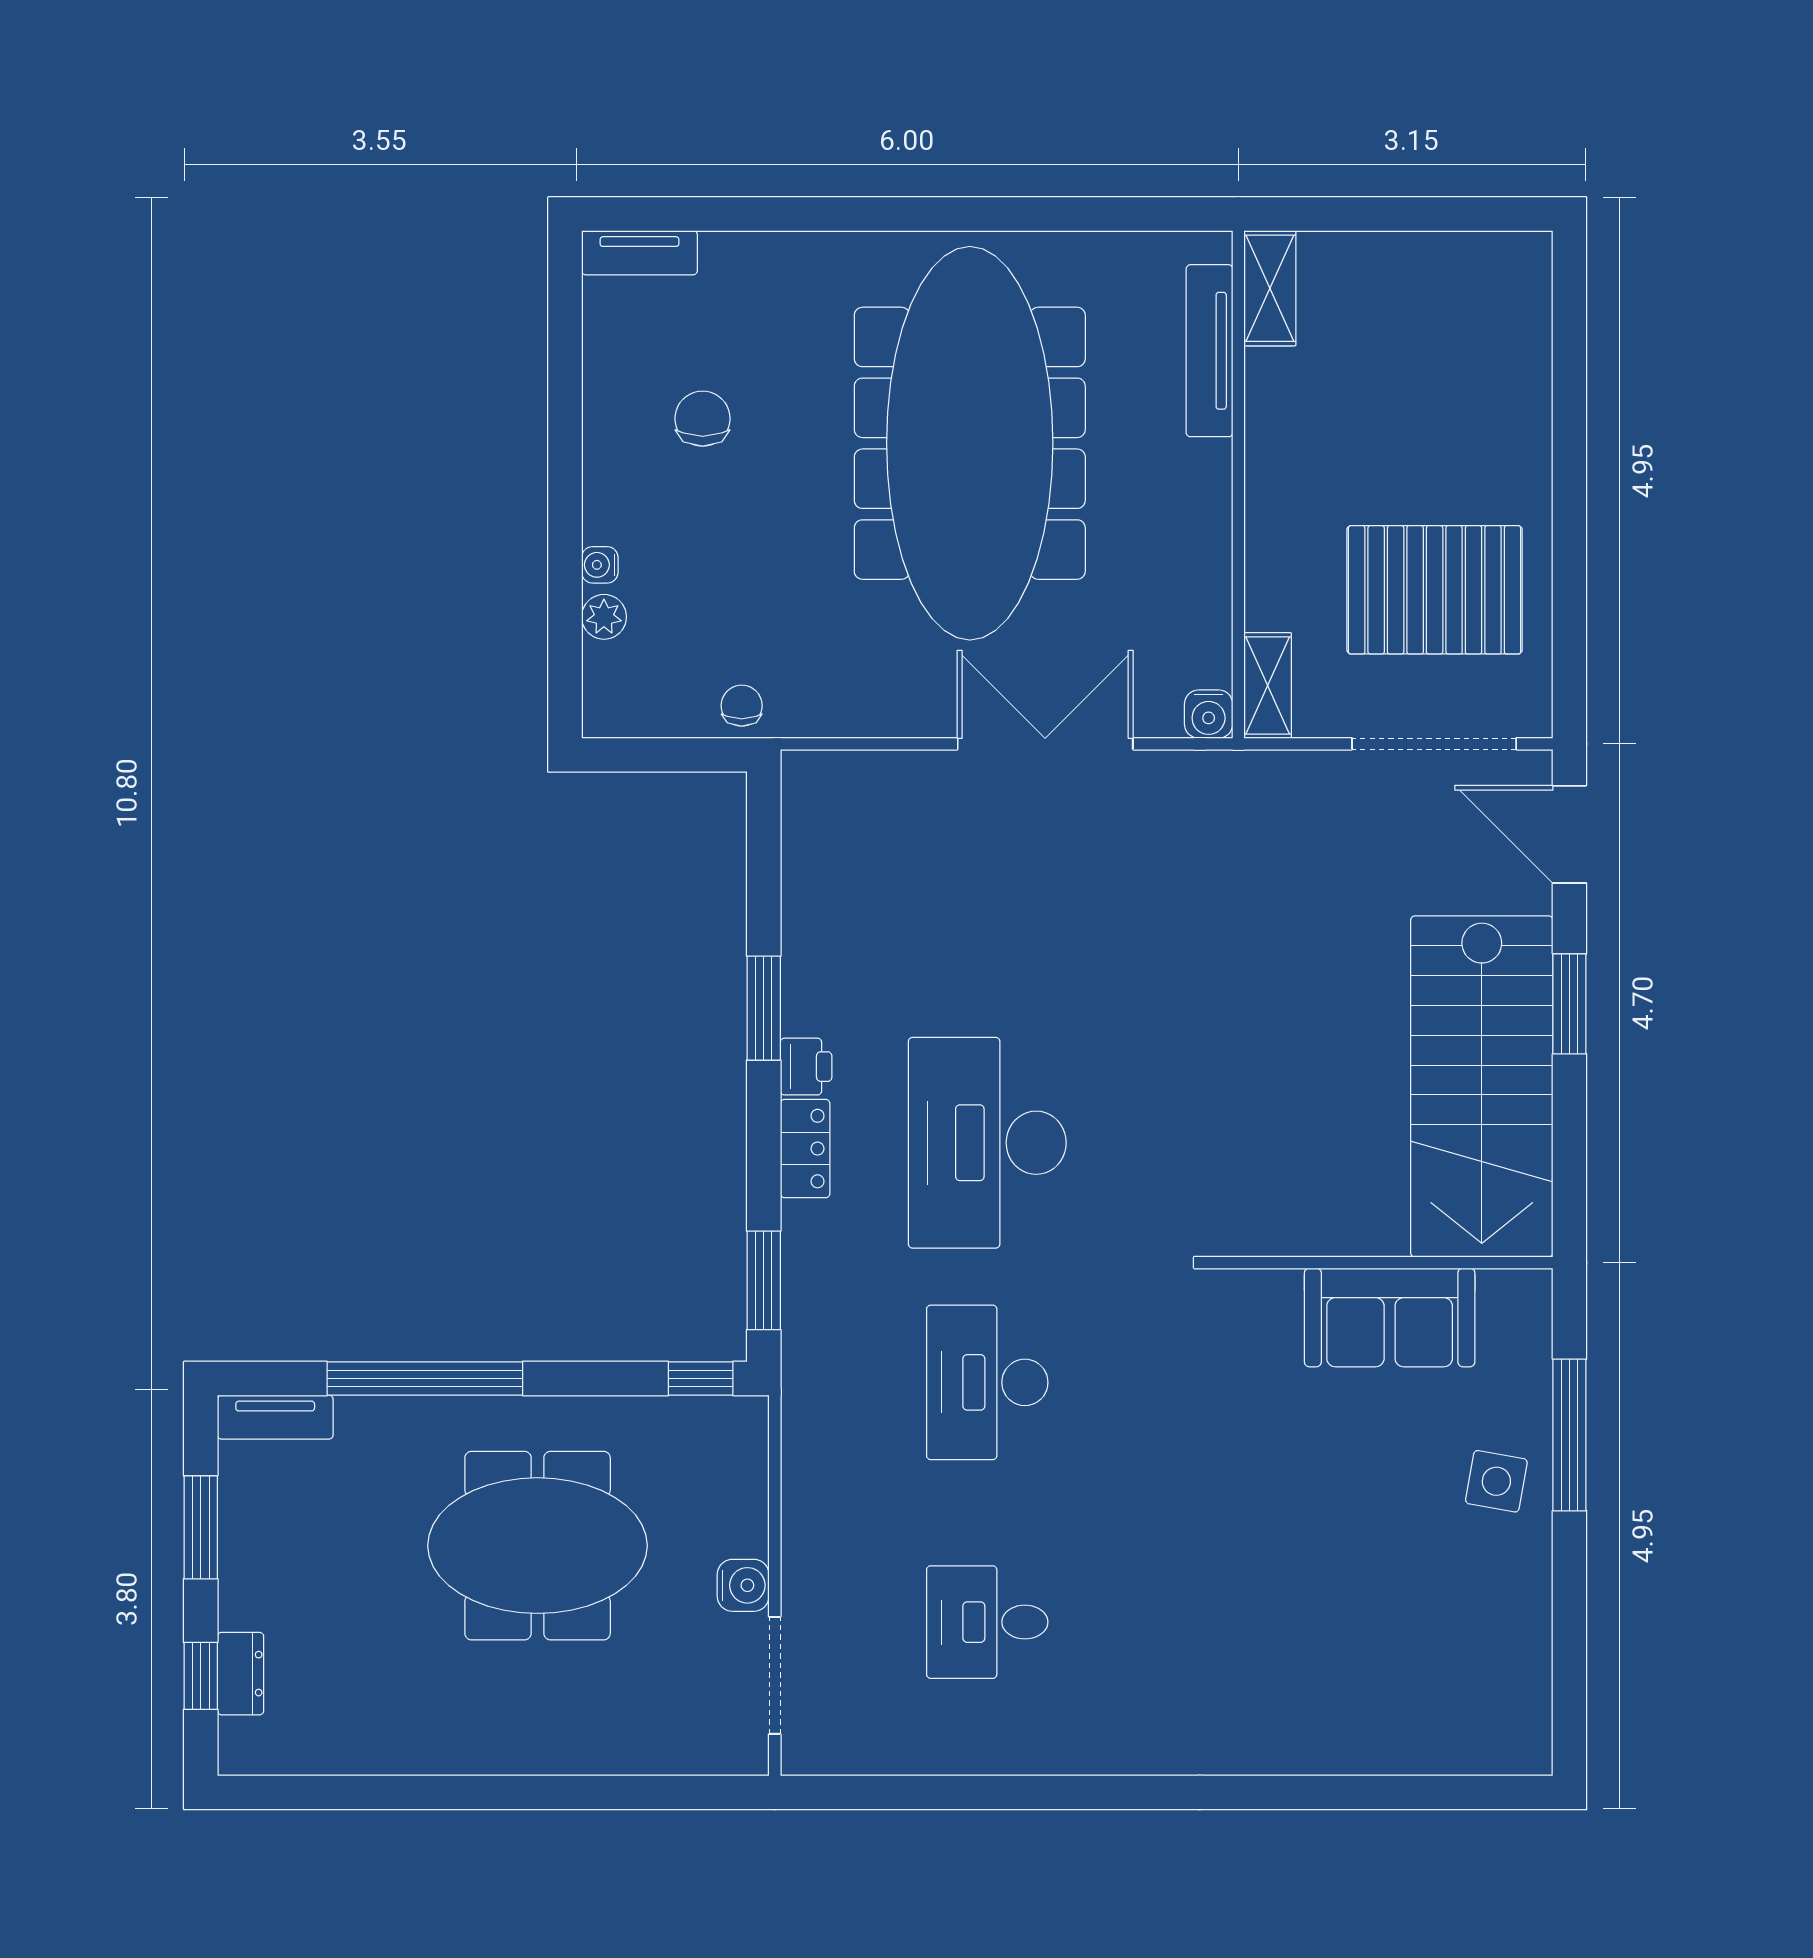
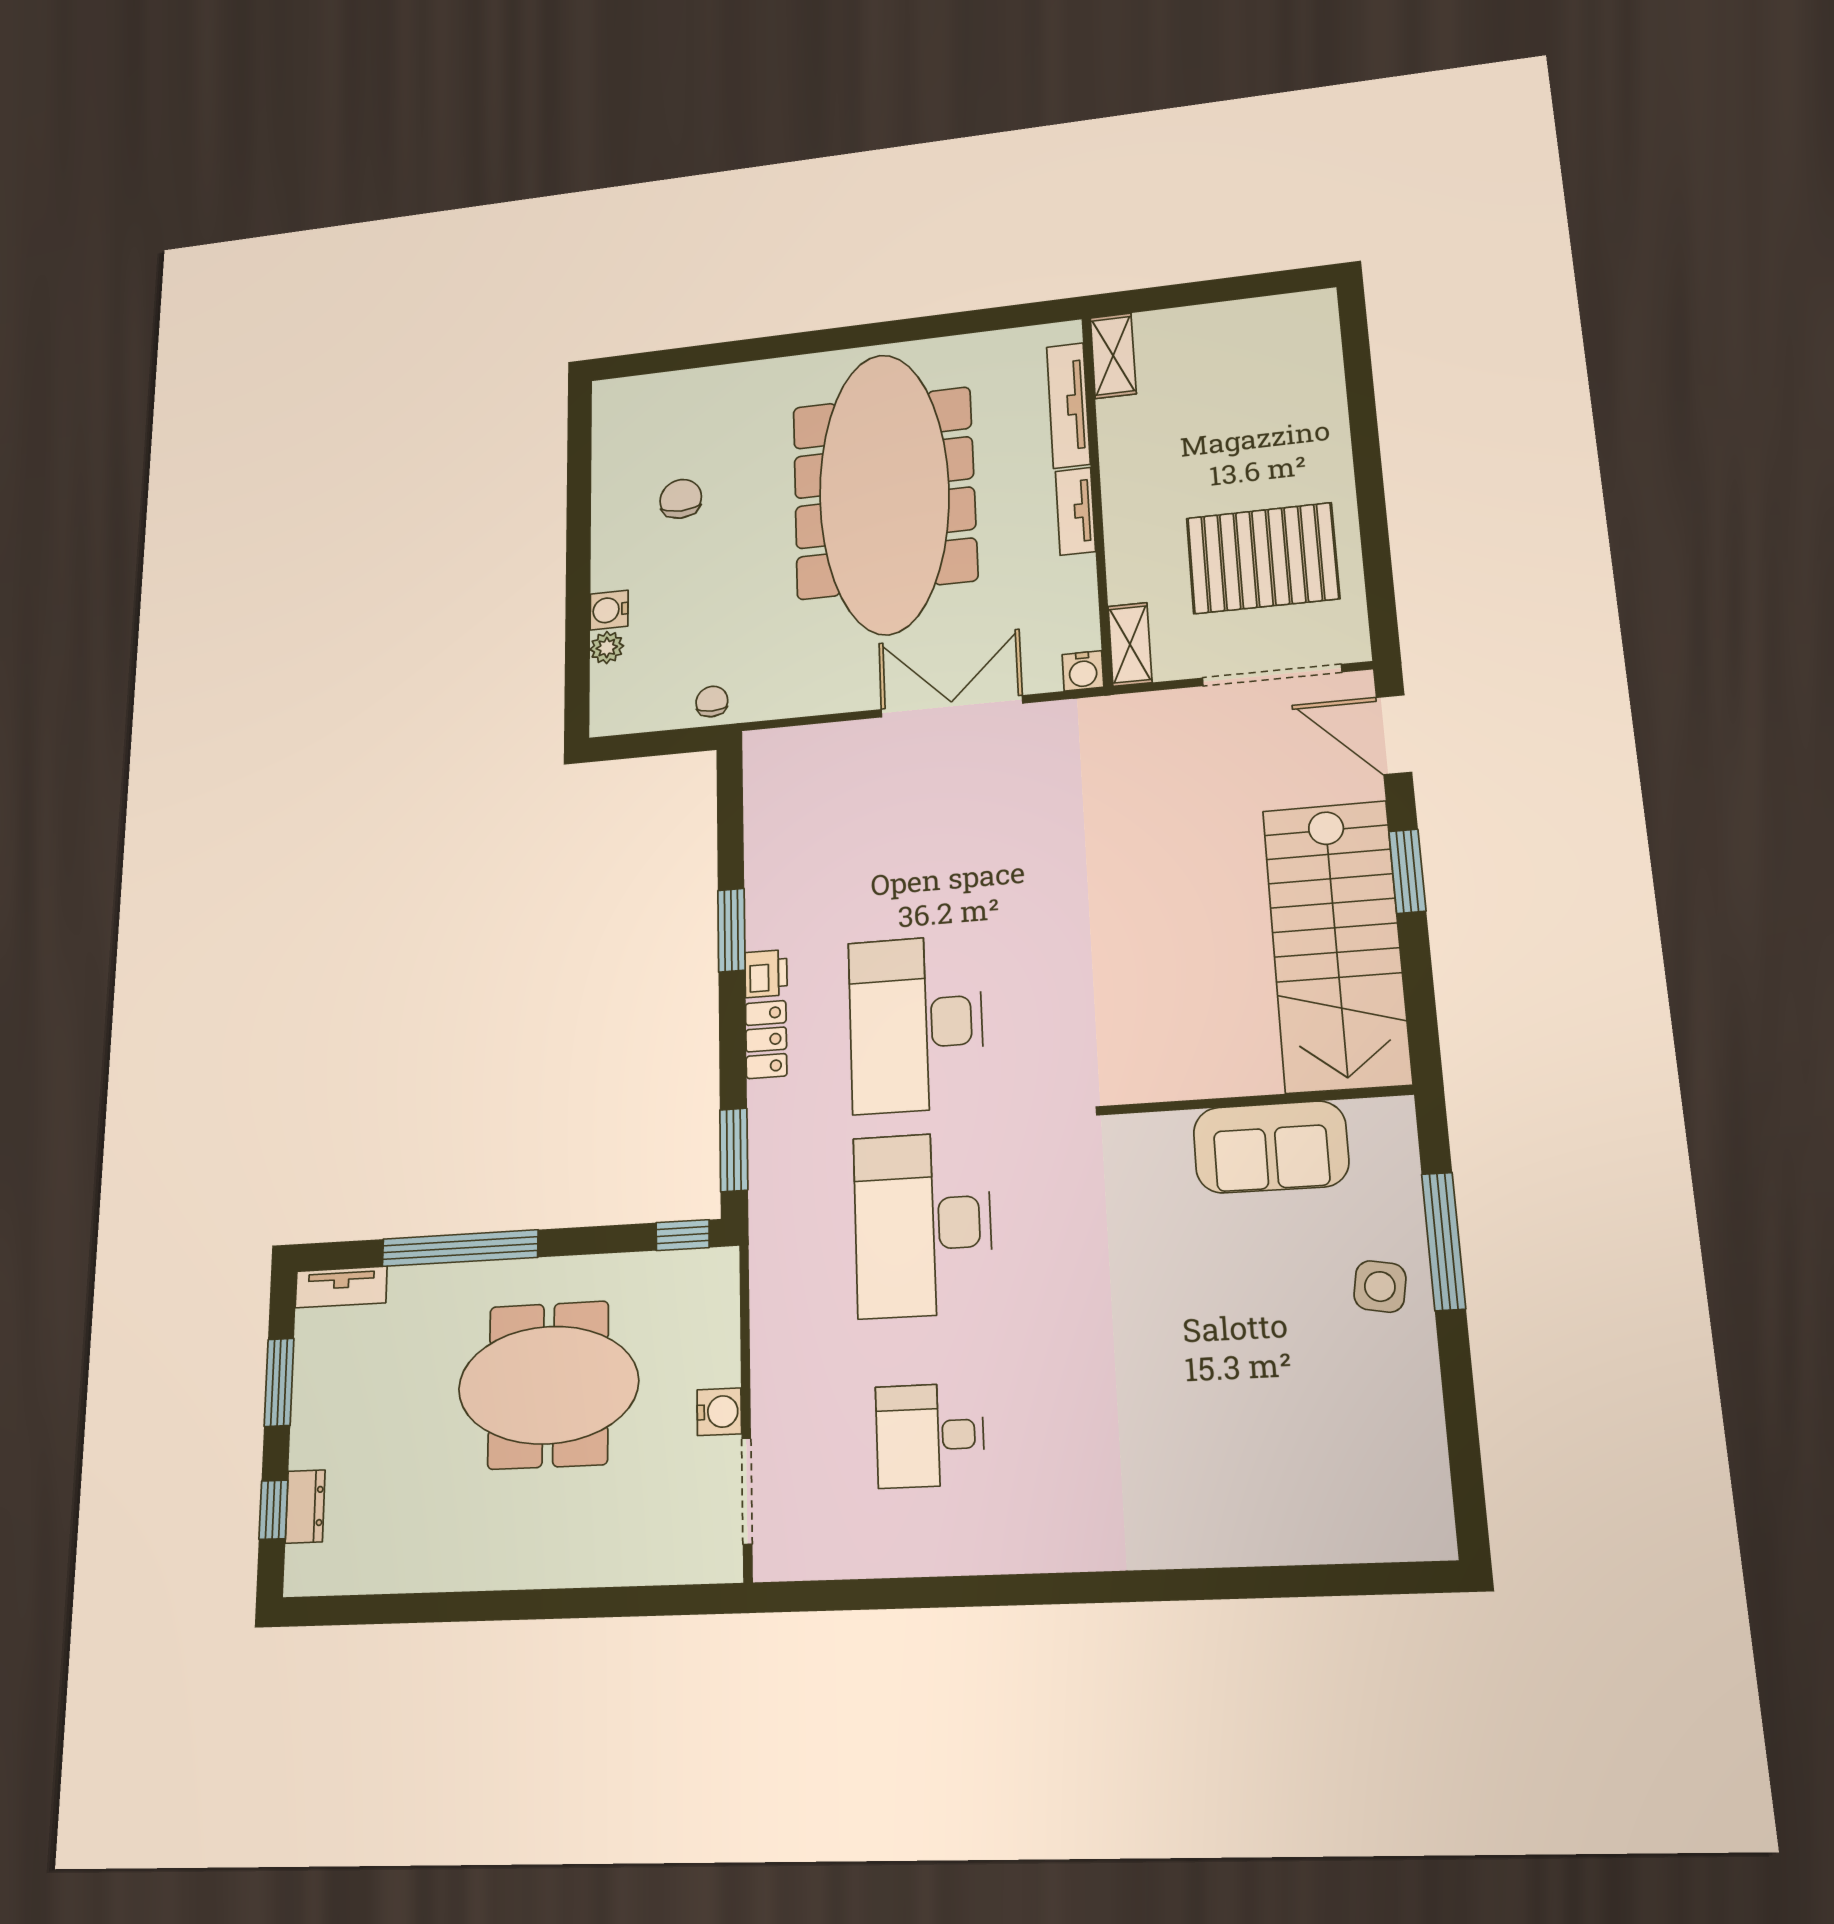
tv unit: (639, 253) -> (1075, 511), moved, turned 90
water cooler: (600, 565) -> (609, 610), width x1.38, depth x1.38
desk: (987, 1382) -> (923, 1224), width x1.36, depth x1.30

